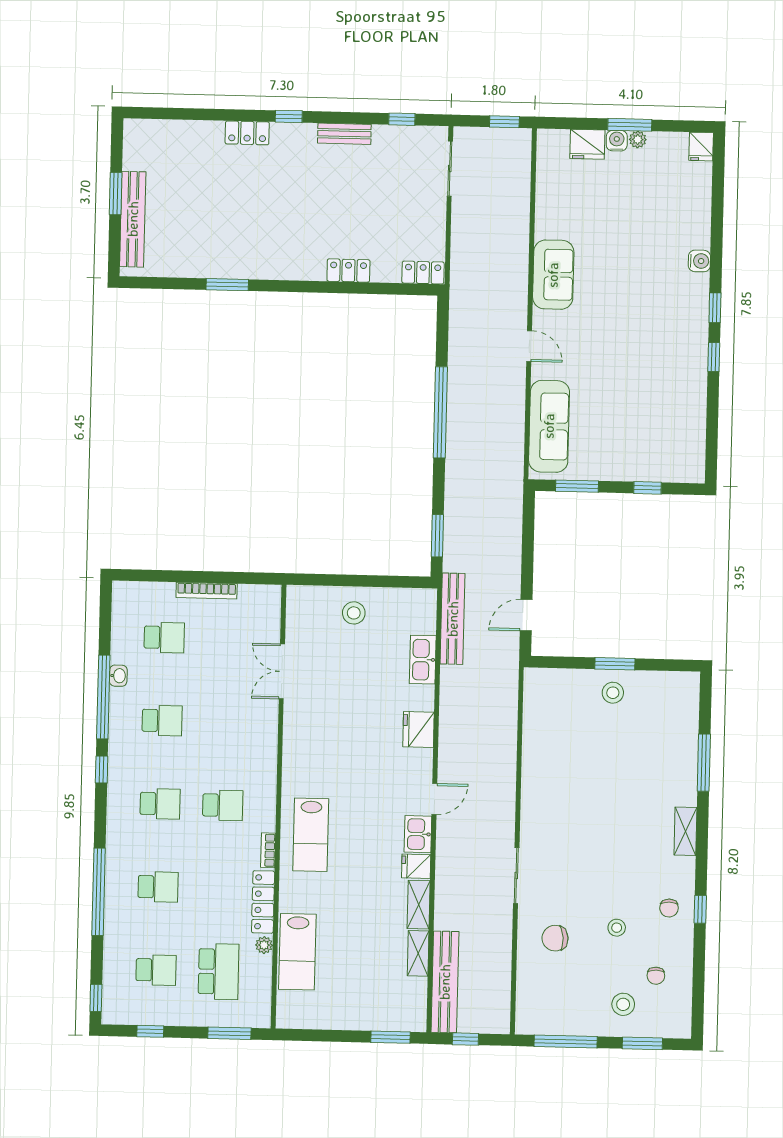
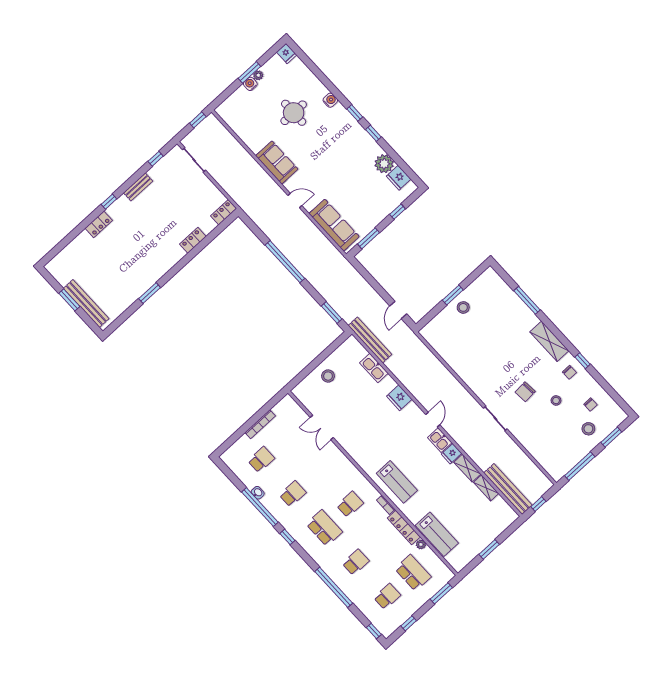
fridge: (587, 144) -> (399, 178), moved, turned 90
round table: (637, 232) -> (294, 113), added
plant: (690, 410) -> (384, 164), added
school desk: (160, 804) -> (324, 528), width x1.85
shelving: (685, 831) -> (549, 341), width x1.50, depth x1.33
chair: (555, 938) -> (525, 392), moved
window: (390, 1037) -> (489, 549), moved

